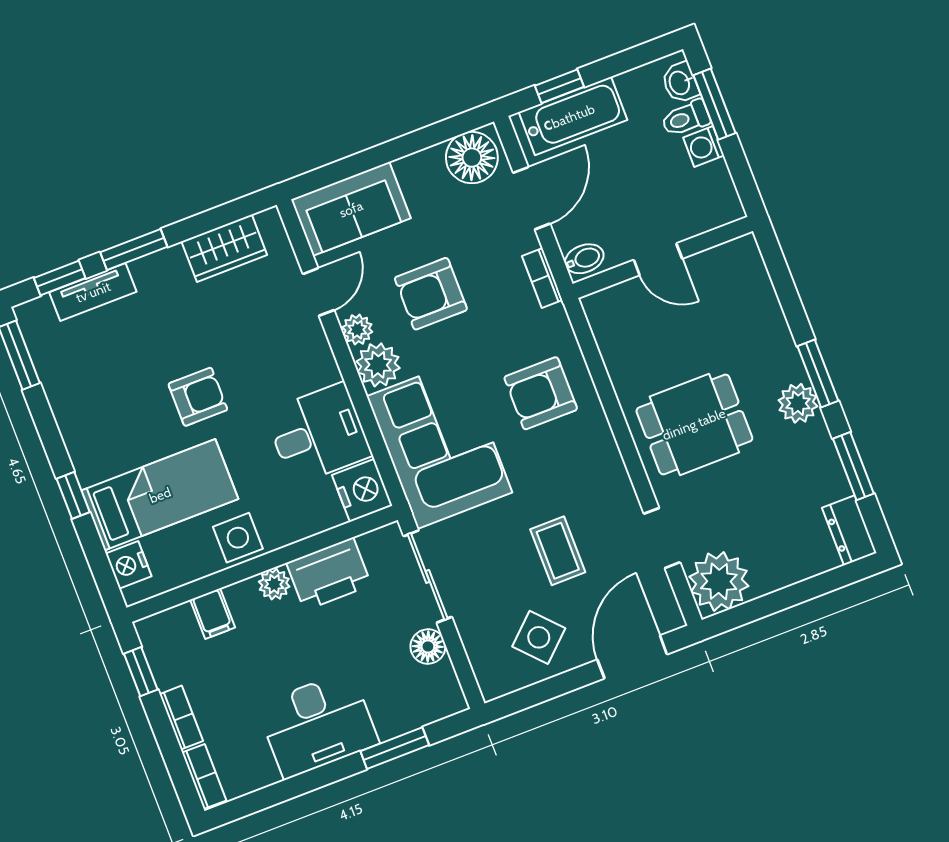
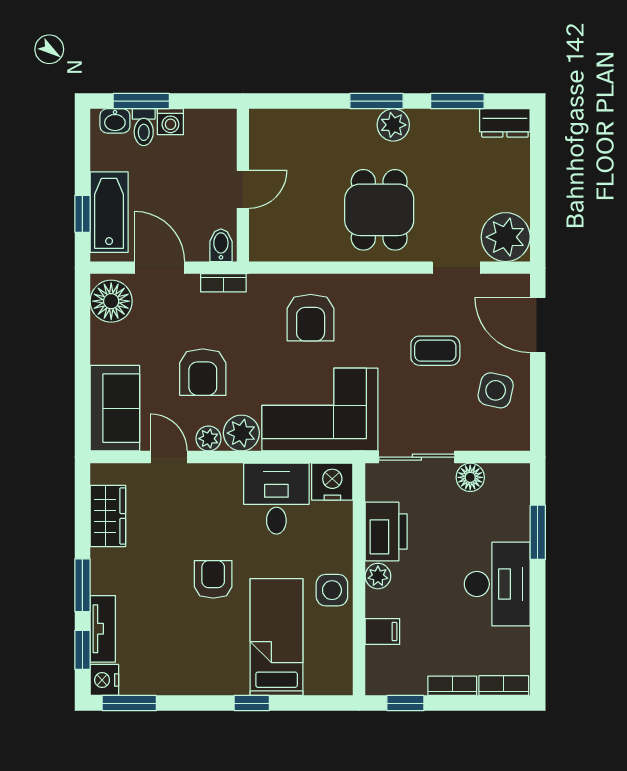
nightstand: (129, 565) -> (104, 680), moved, turned 90
side table: (539, 637) -> (496, 390), turned -34

